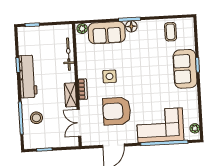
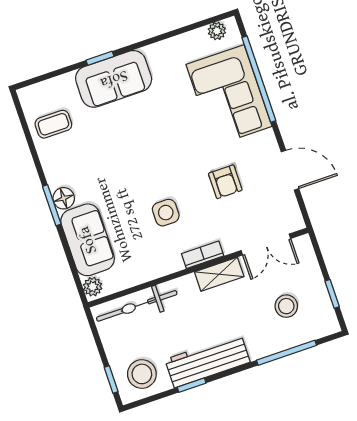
stool: (31, 41) -> (142, 374), added
bicycle: (68, 54) -> (137, 306), width x1.37, depth x1.40
armchair: (117, 111) -> (225, 182), width x0.53, depth x0.53
stool: (36, 118) -> (286, 306), moved

